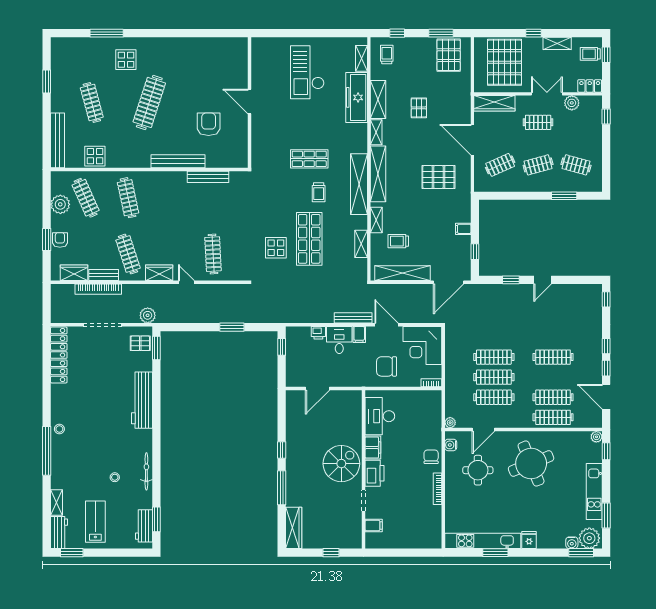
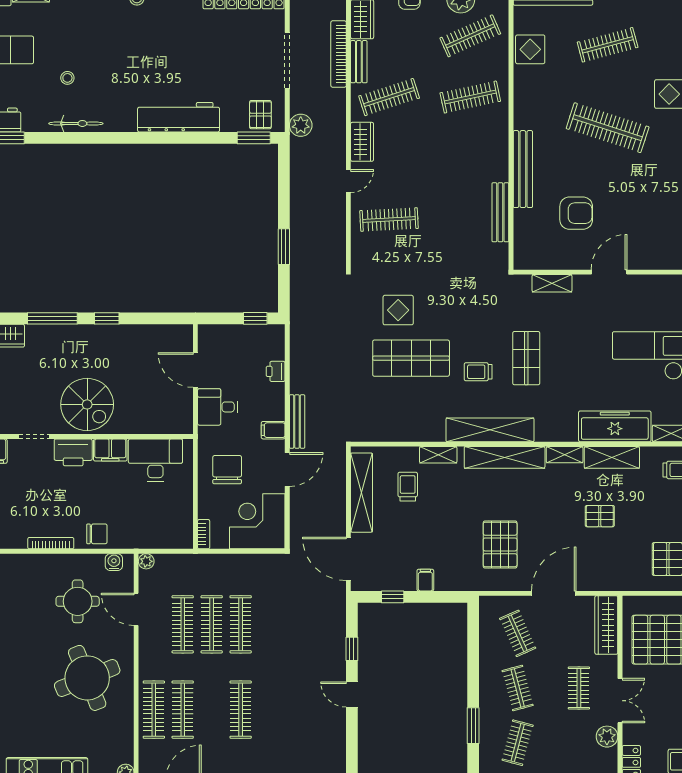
shelving: (361, 244) -> (552, 283), moved
desk: (339, 340) -> (217, 407), moved, turned 180

